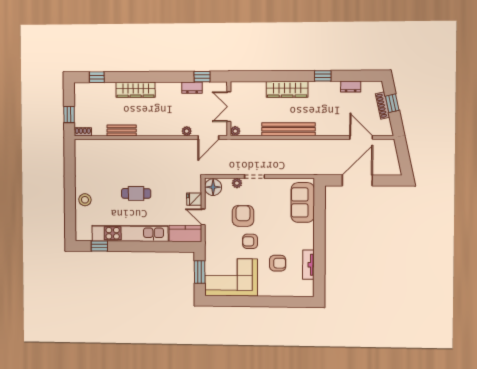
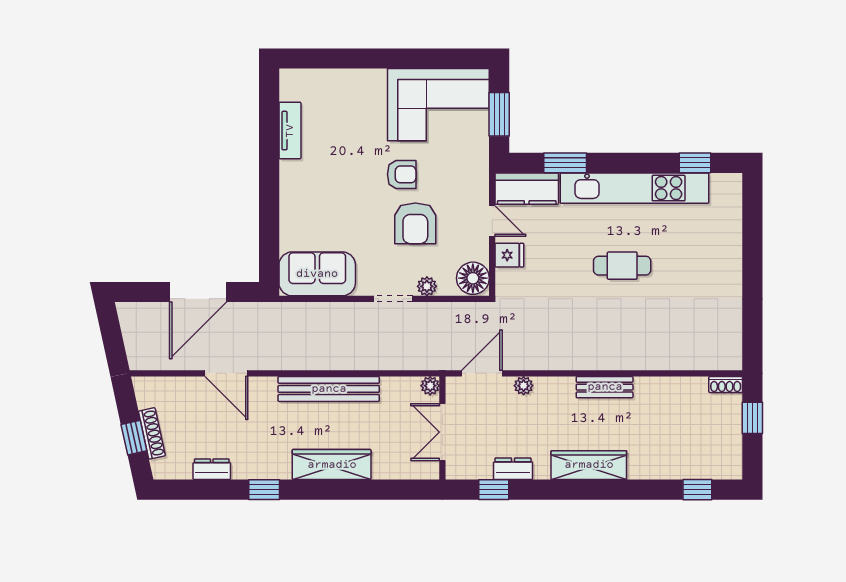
wardrobe: (136, 90) -> (589, 465), moved
double door: (229, 107) -> (442, 432), swing flipped
bench: (122, 130) -> (605, 387), moved
door: (361, 137) -> (226, 373), moved
stool: (85, 200) -> (723, 253), removed
sofa: (303, 202) -> (317, 274), moved, turned -90
window: (166, 247) -> (565, 163), added
armchair: (278, 263) -> (349, 133), removed

